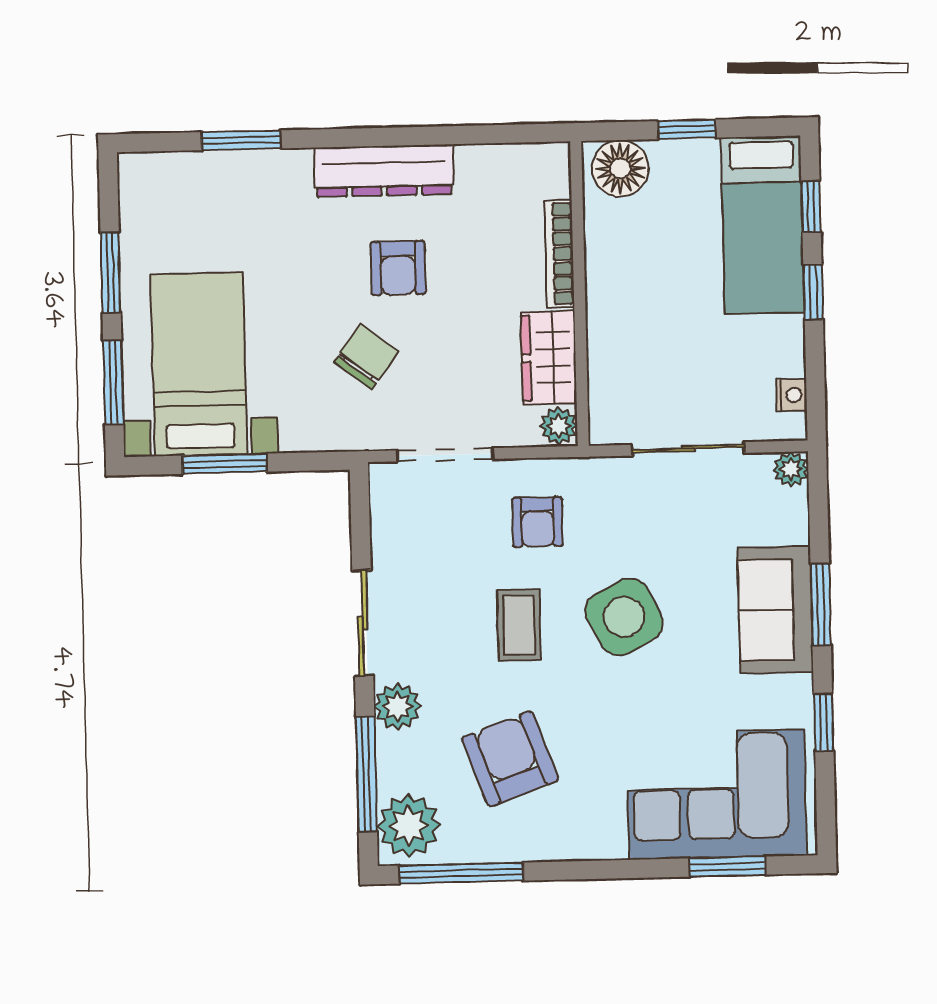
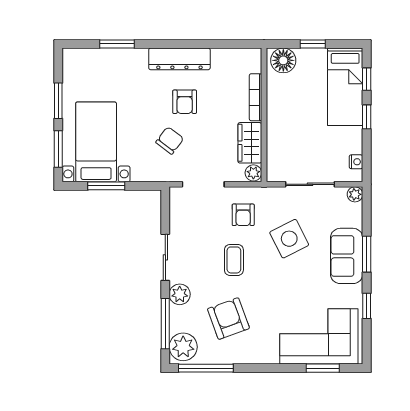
side table: (624, 617) -> (289, 239), moved

